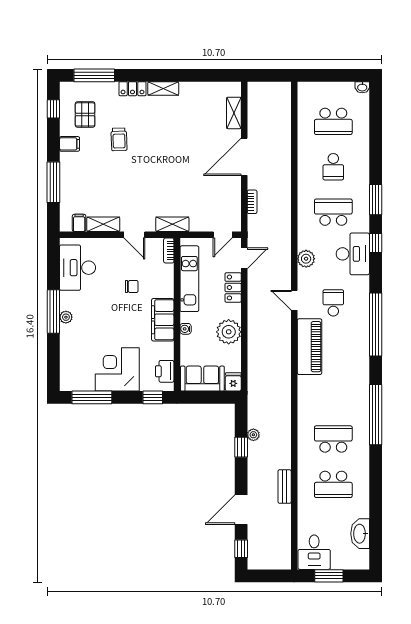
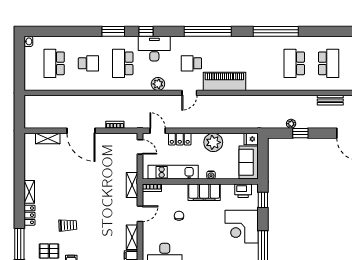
school desk: (333, 121) -> (54, 63), turned 180

